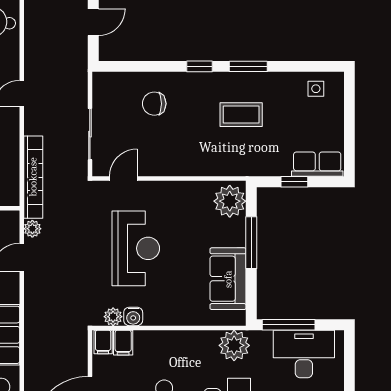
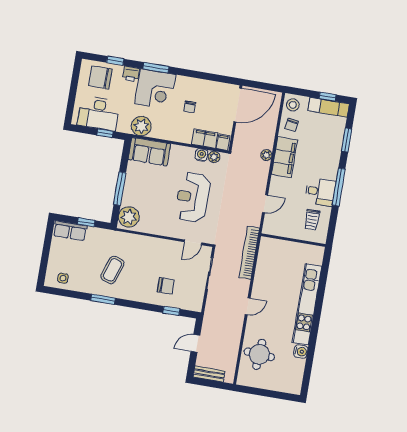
window: (200, 66) -> (171, 311), moved
coffee table: (241, 115) -> (112, 270), turned -71
plant: (32, 229) -> (266, 155), moved
sofa: (228, 279) -> (149, 152), moved, turned 90
window: (289, 325) -> (105, 133), width x0.46
filing cabinet: (123, 343) -> (205, 139), width x2.00

